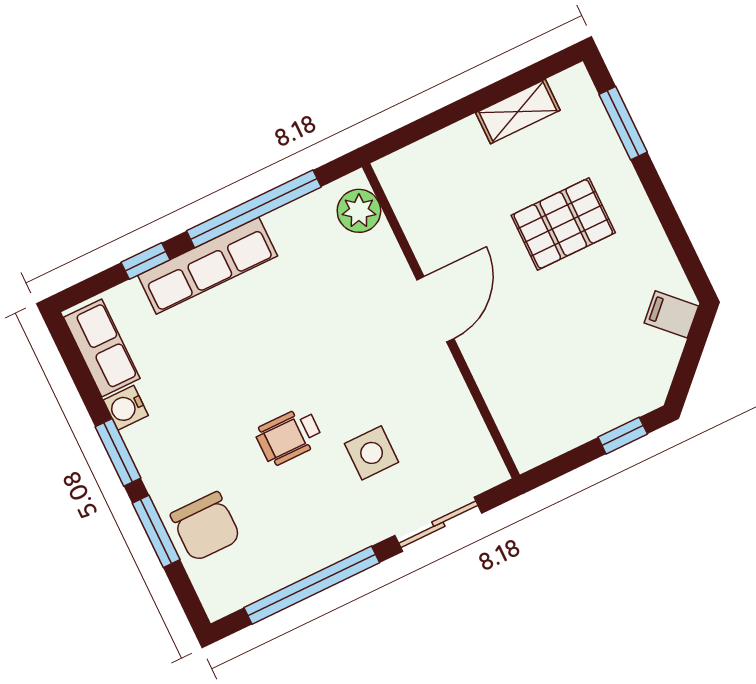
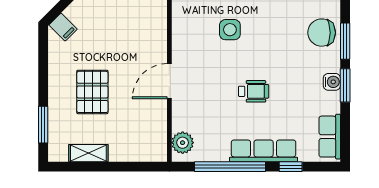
pallet: (563, 224) -> (92, 92), turned 90
water cooler: (126, 408) -> (332, 82), moved
wheelchair: (289, 436) -> (254, 91), moved
chair: (206, 527) -> (322, 33), turned -90

